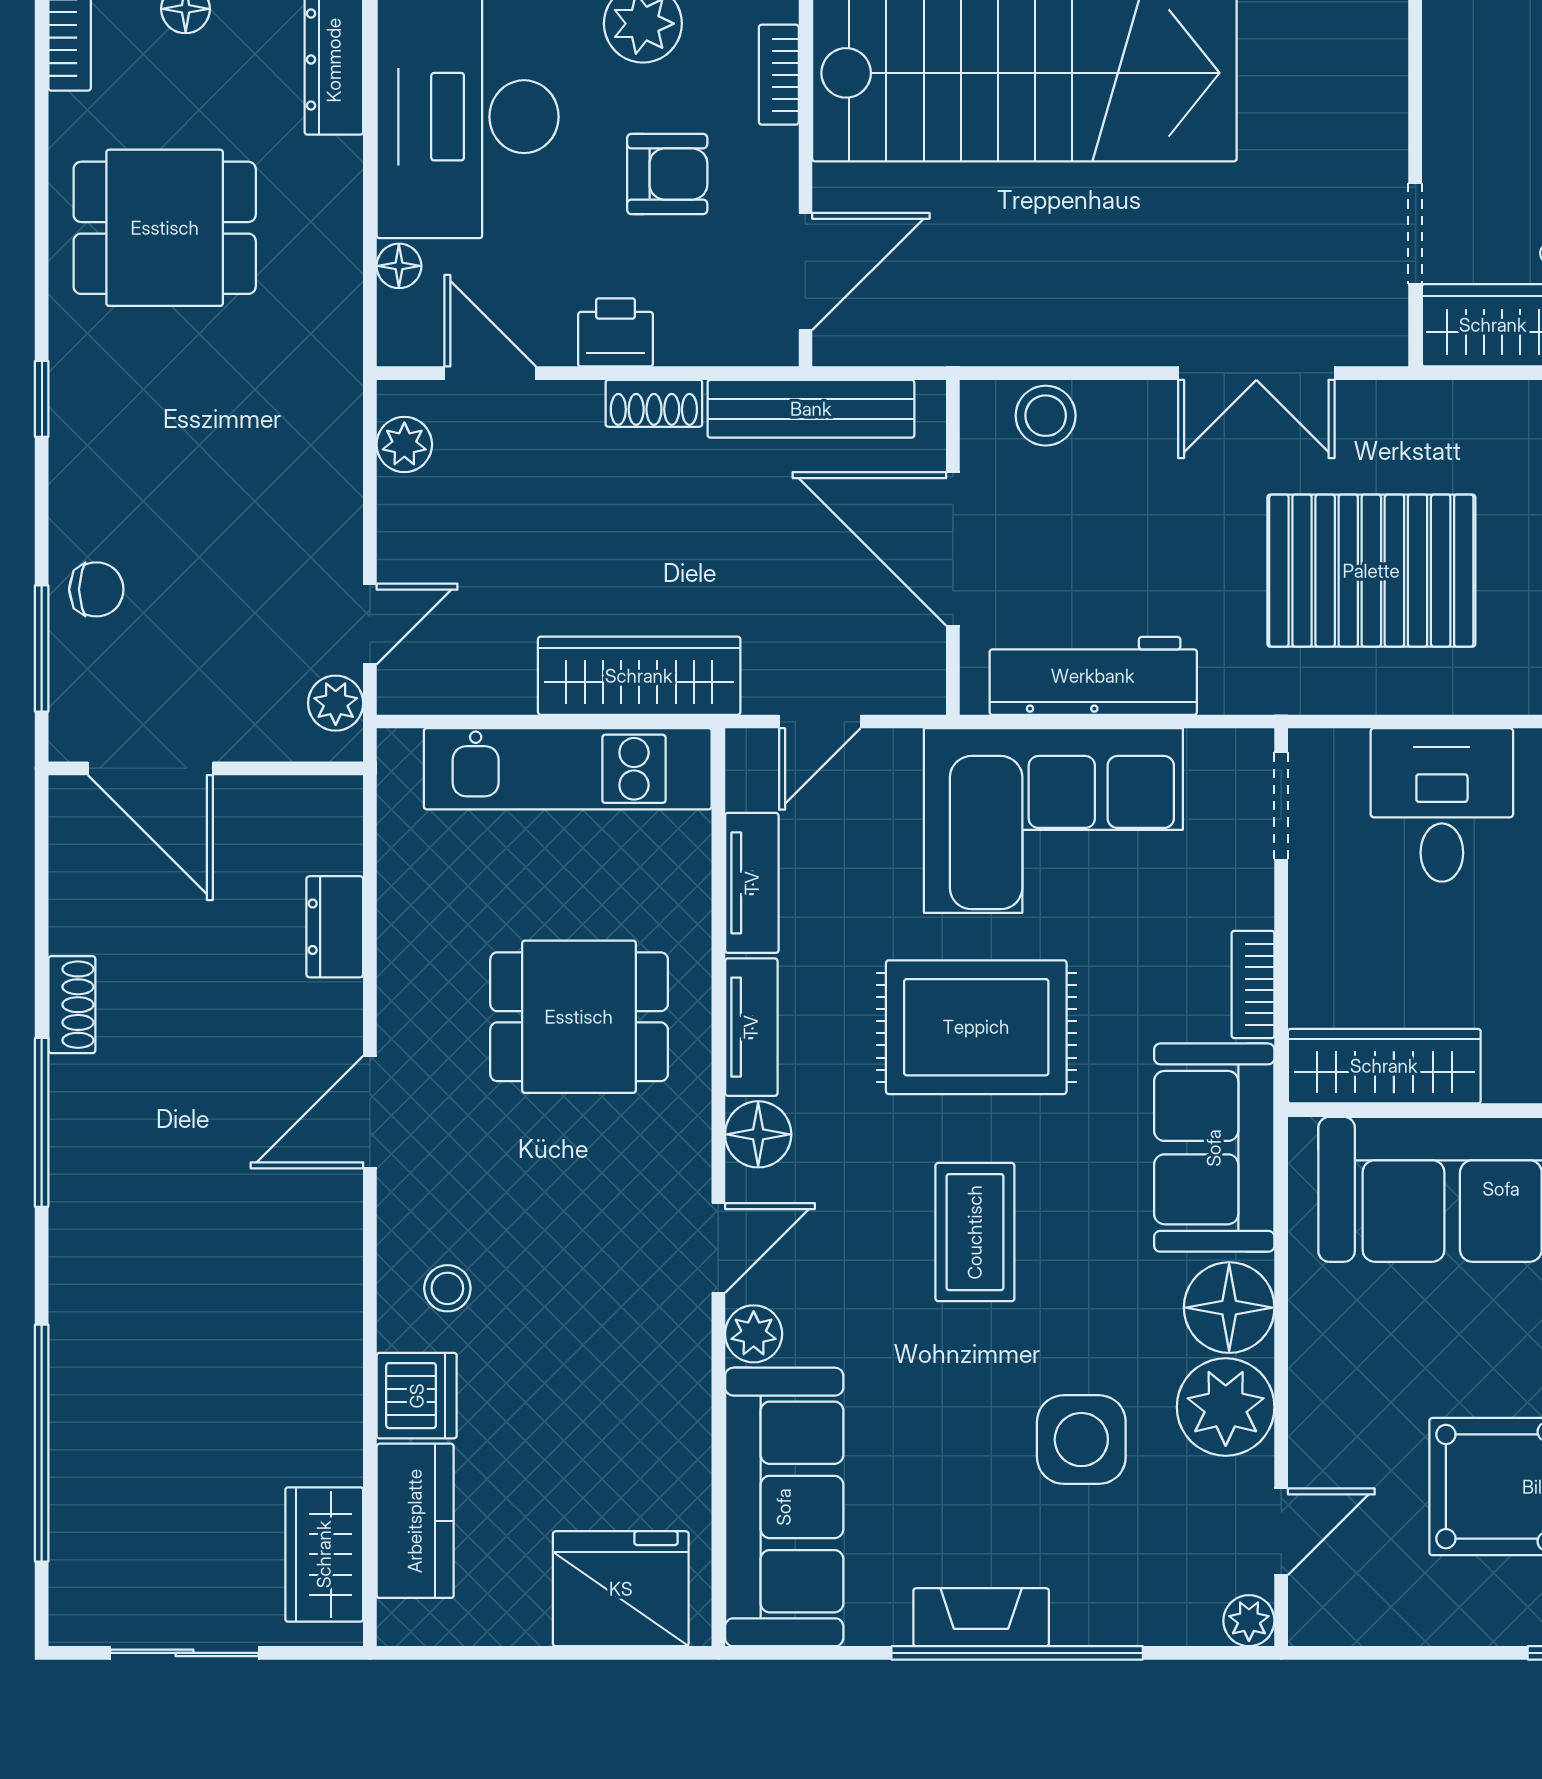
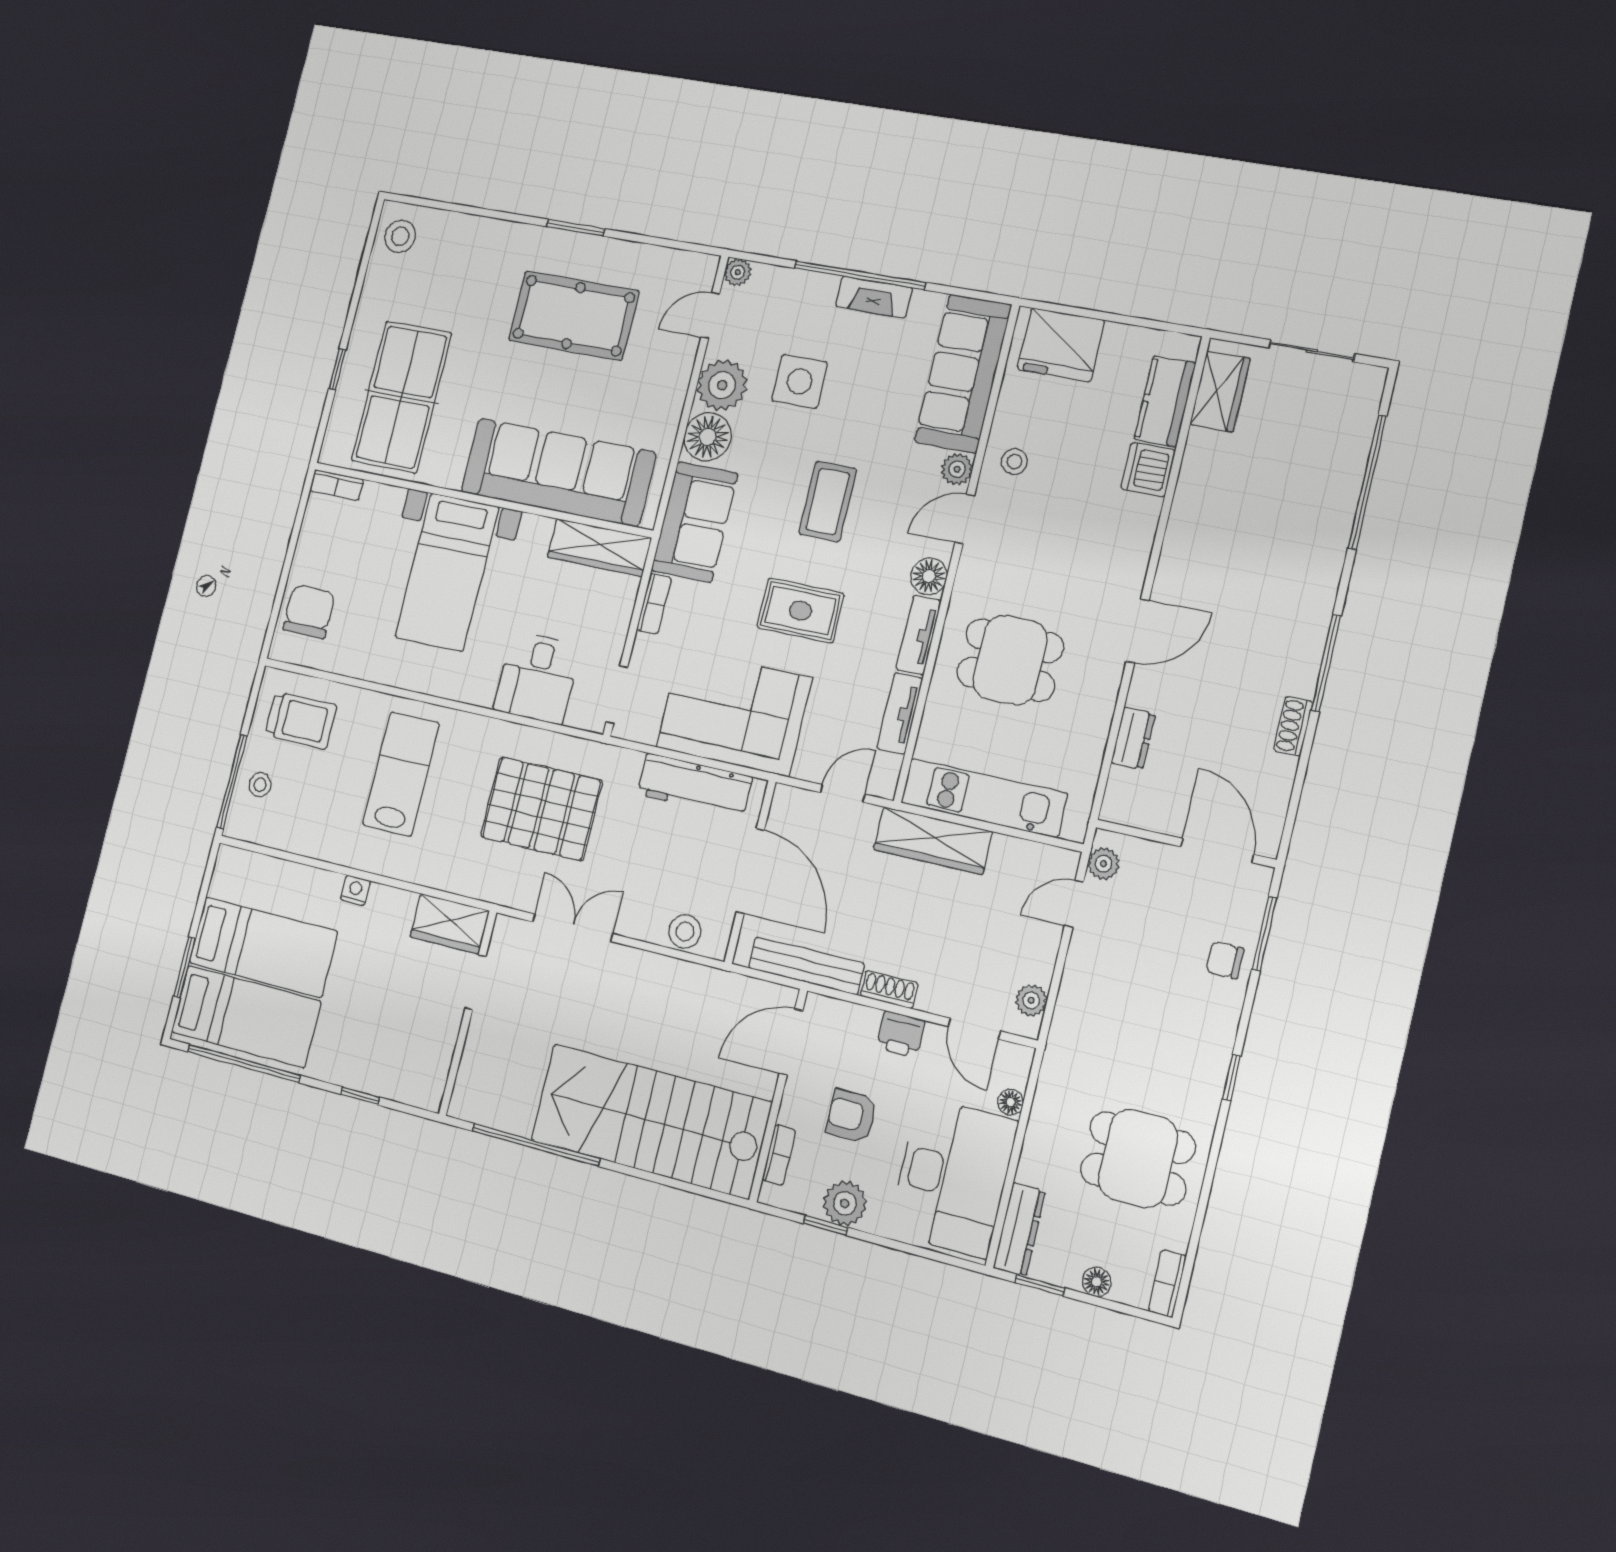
rug: (976, 1027) -> (801, 611), width x0.73, depth x0.70
stool: (447, 1288) -> (1014, 462), moved

